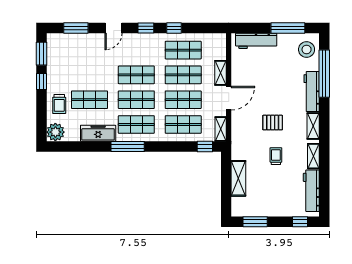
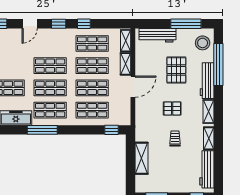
pallet: (277, 80) -> (176, 70), added
shelving: (221, 129) -> (126, 41), moved

